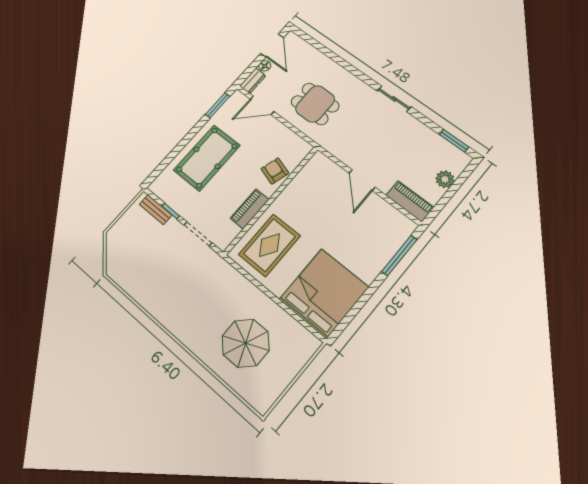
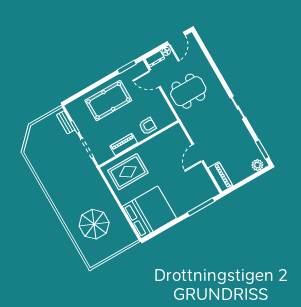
dining table: (315, 104) -> (188, 91), width x1.38
armchair: (275, 171) -> (147, 126), turned 73
plant: (445, 179) -> (257, 165), moved

